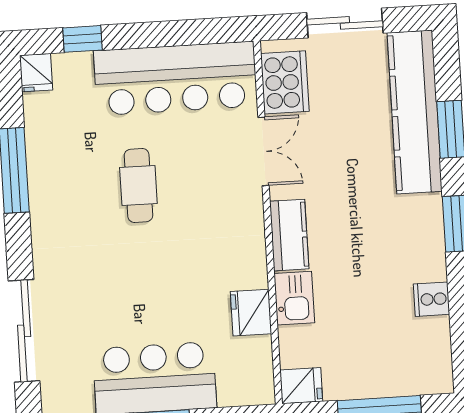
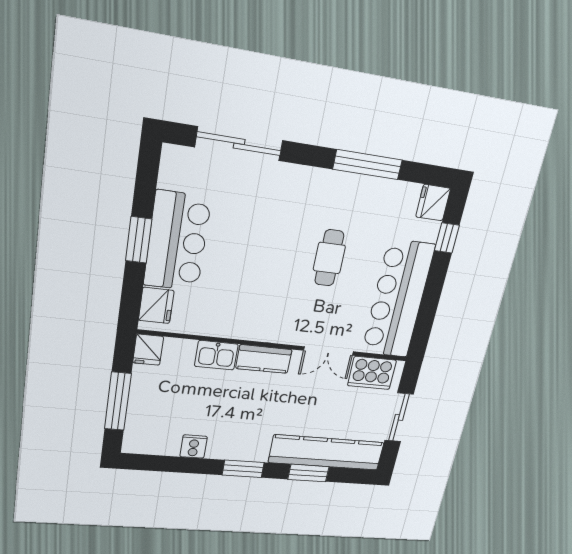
fridge: (36, 73) -> (433, 203), width x1.38
cafe table: (138, 186) -> (329, 258), turned 90
fridge: (251, 313) -> (156, 305), moved, turned 90

